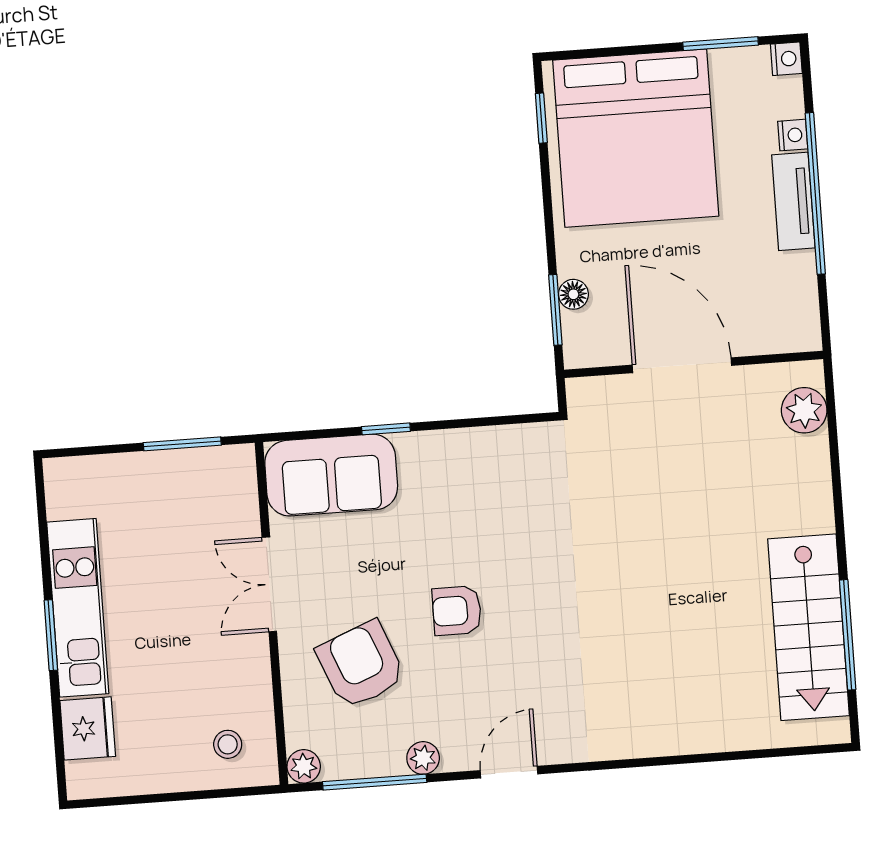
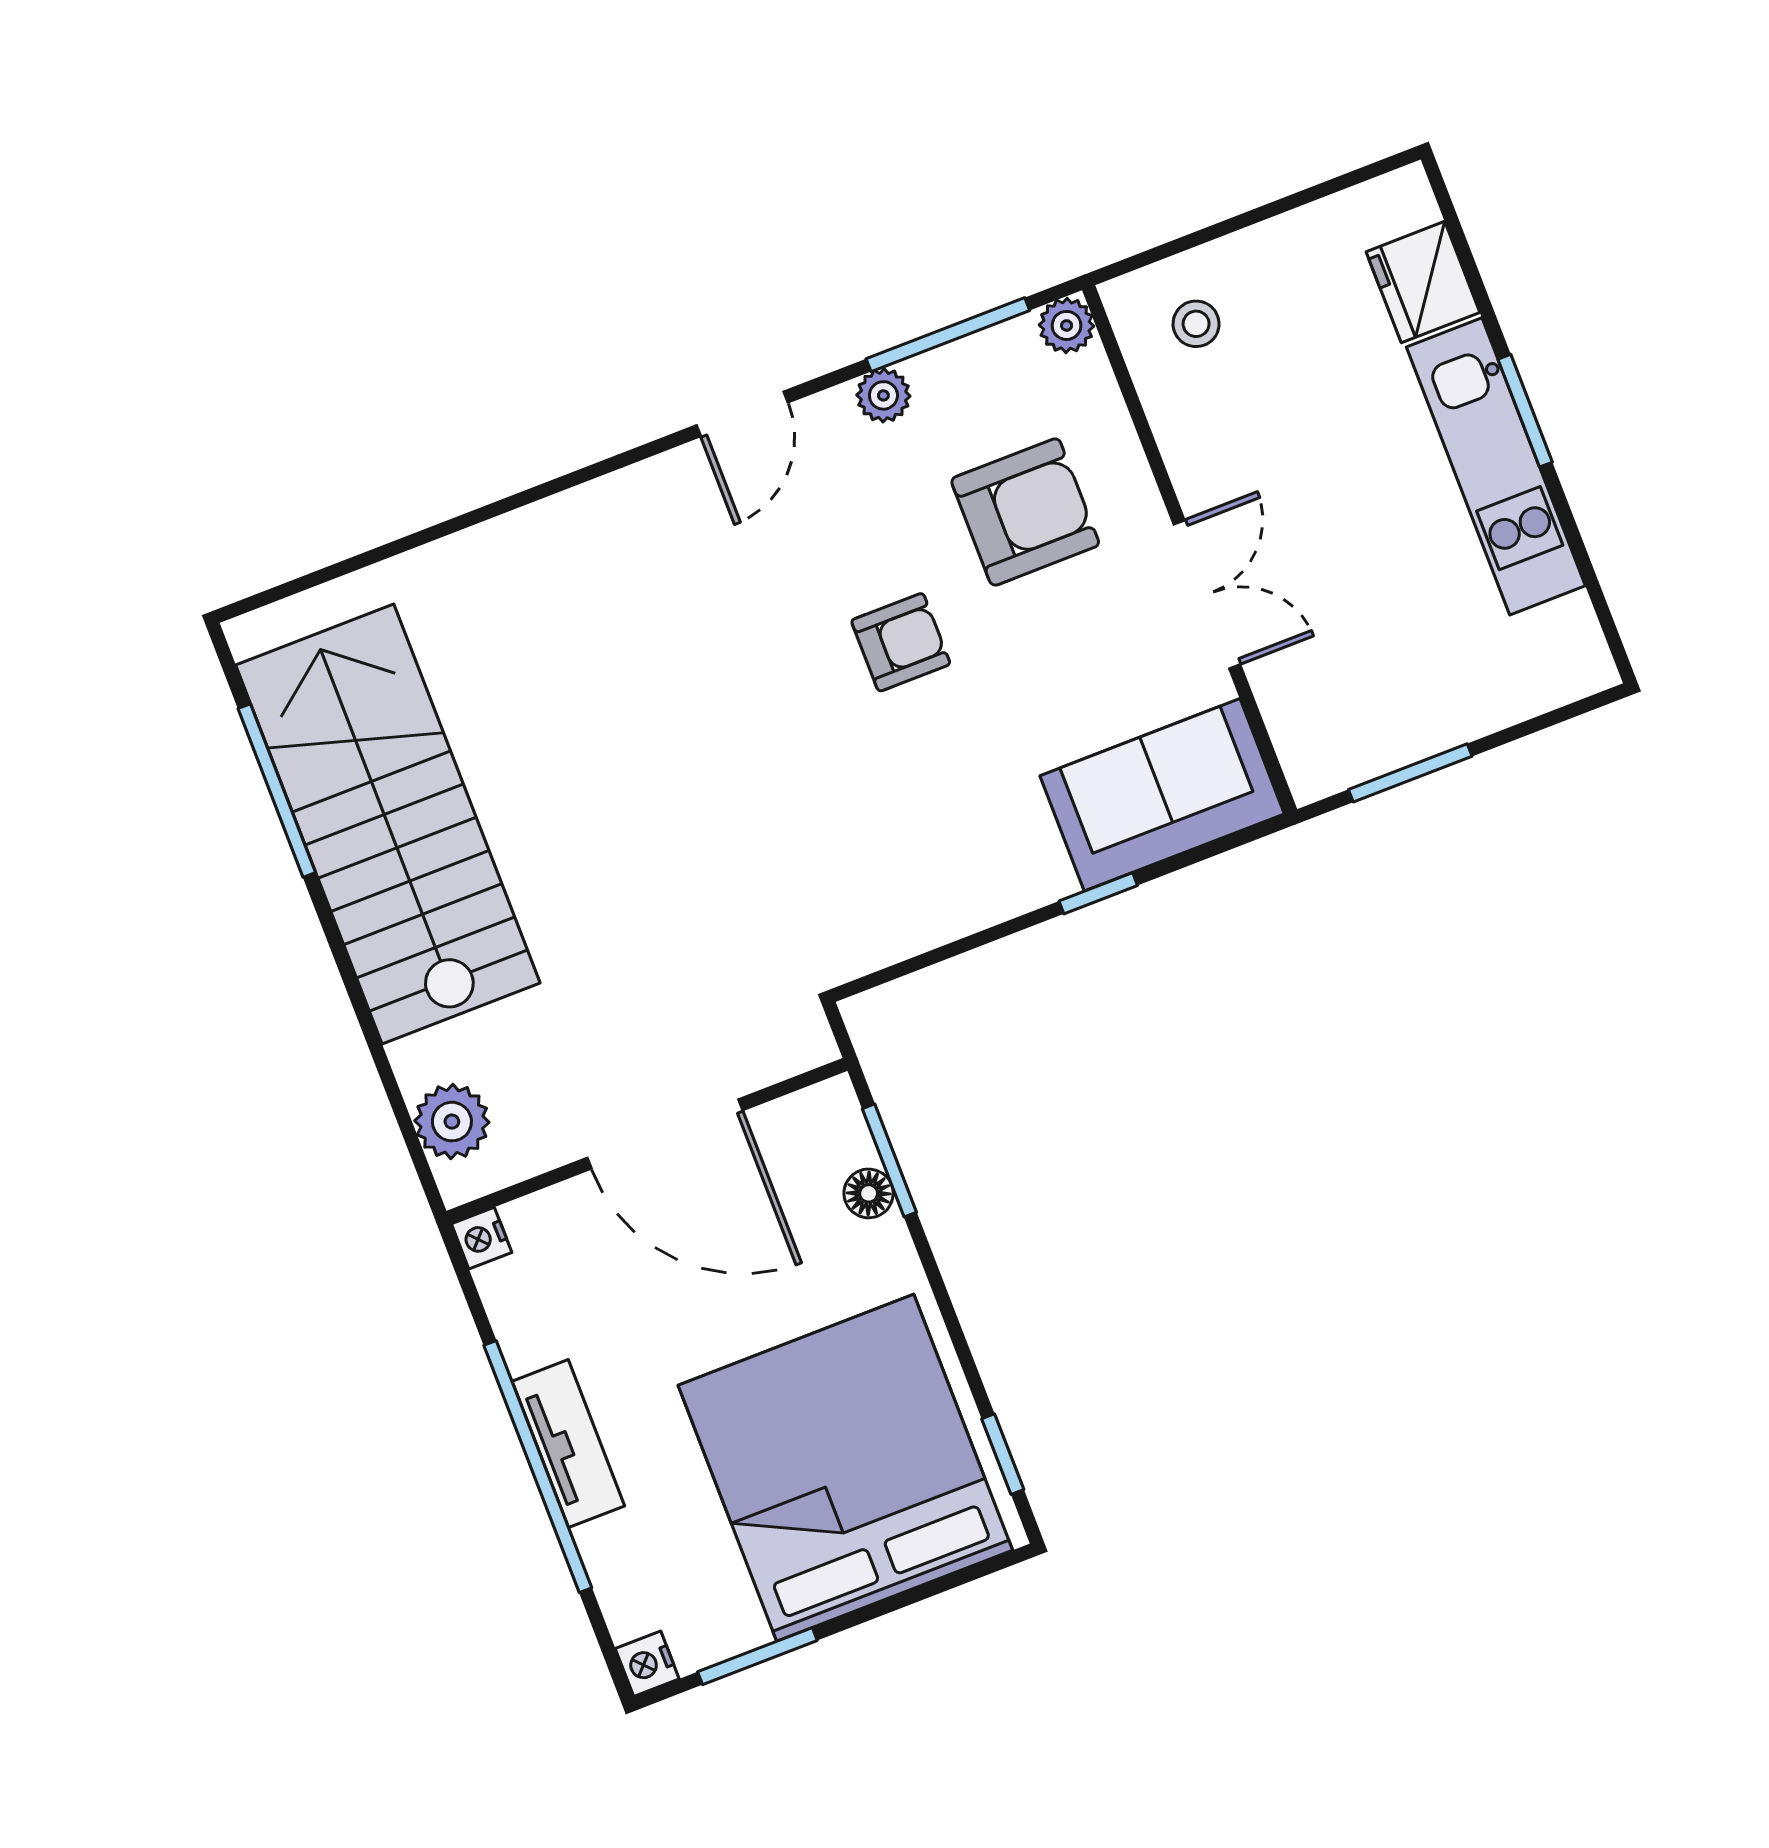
nightstand: (793, 135) -> (482, 1238), moved
stairs: (808, 627) -> (388, 824), width x1.36, depth x1.51
armchair: (361, 665) -> (1025, 512), turned -68

